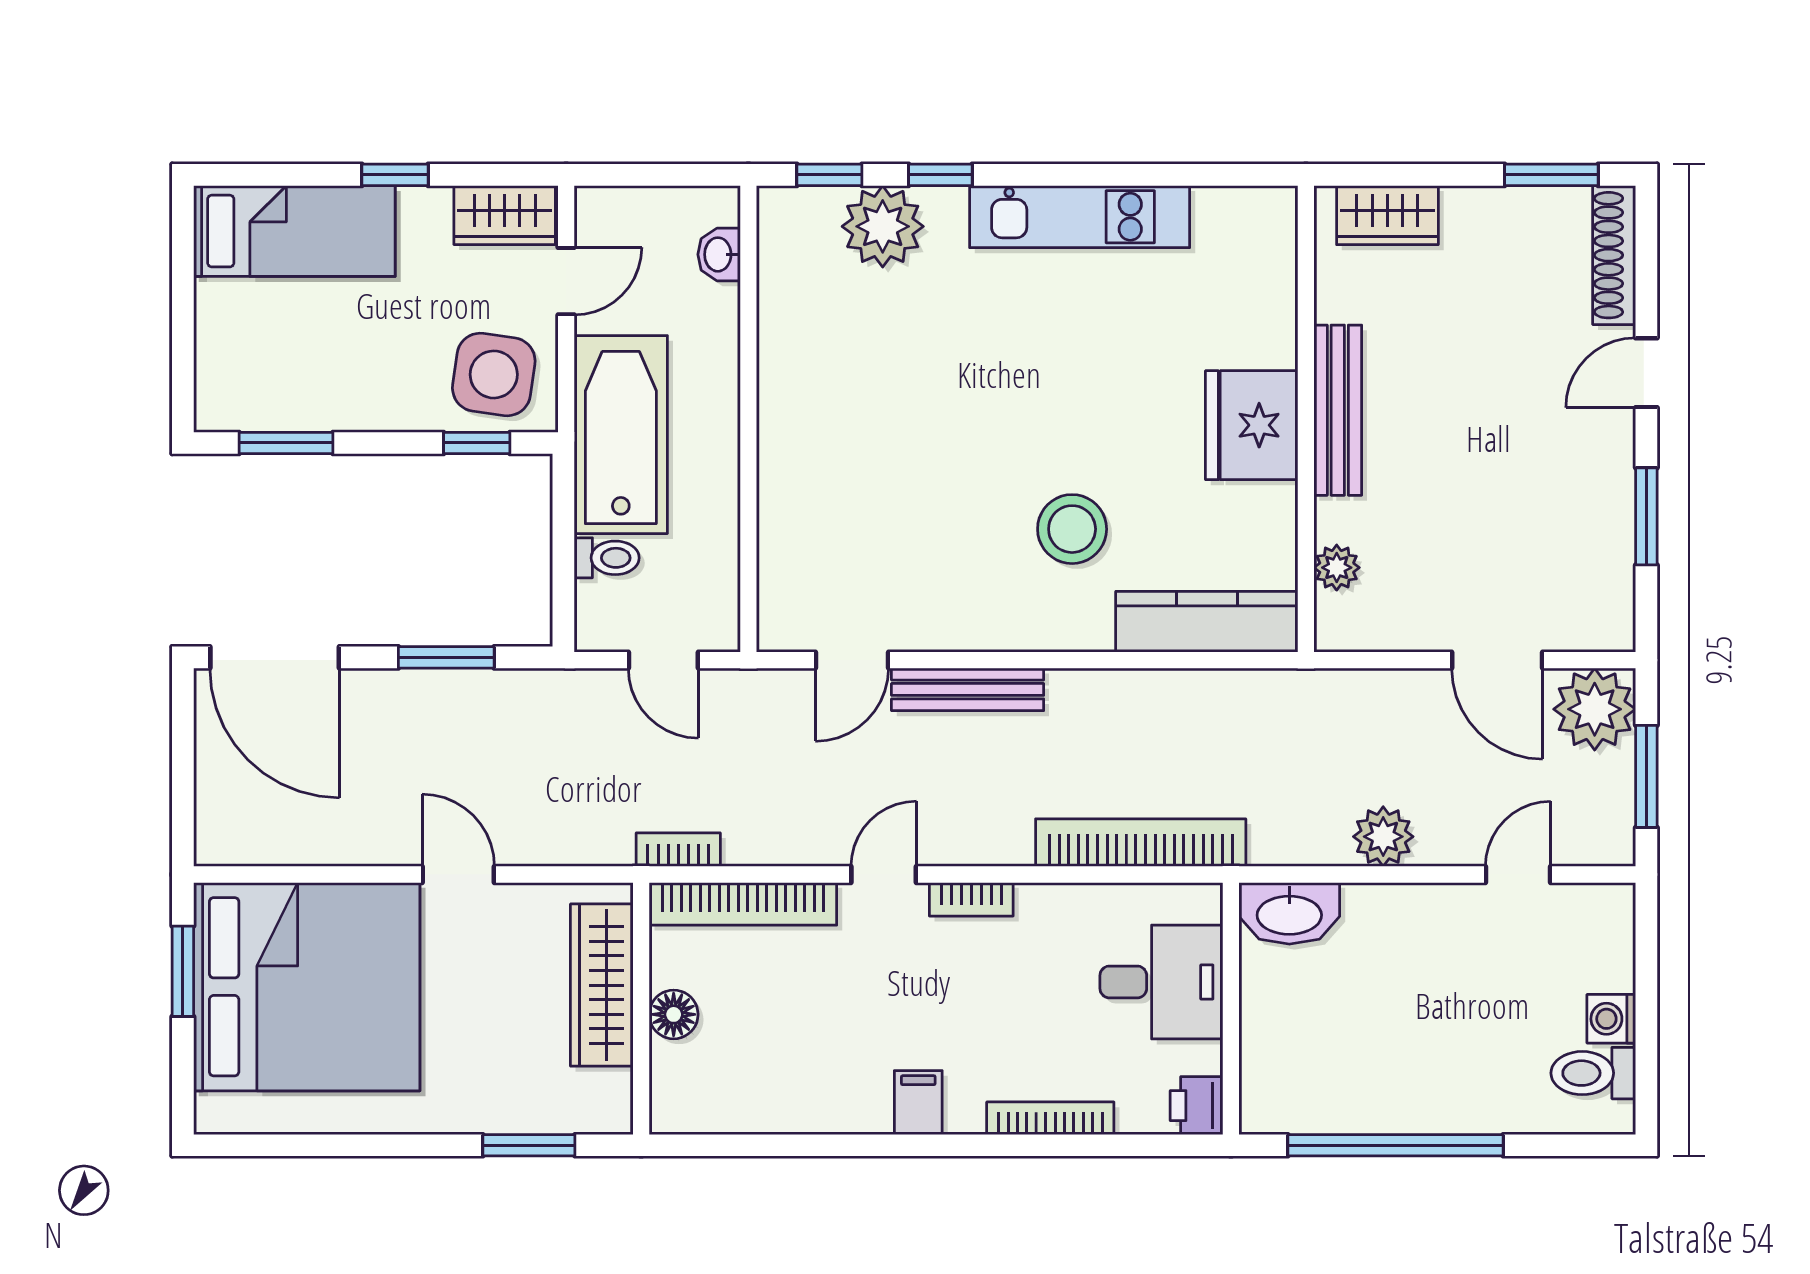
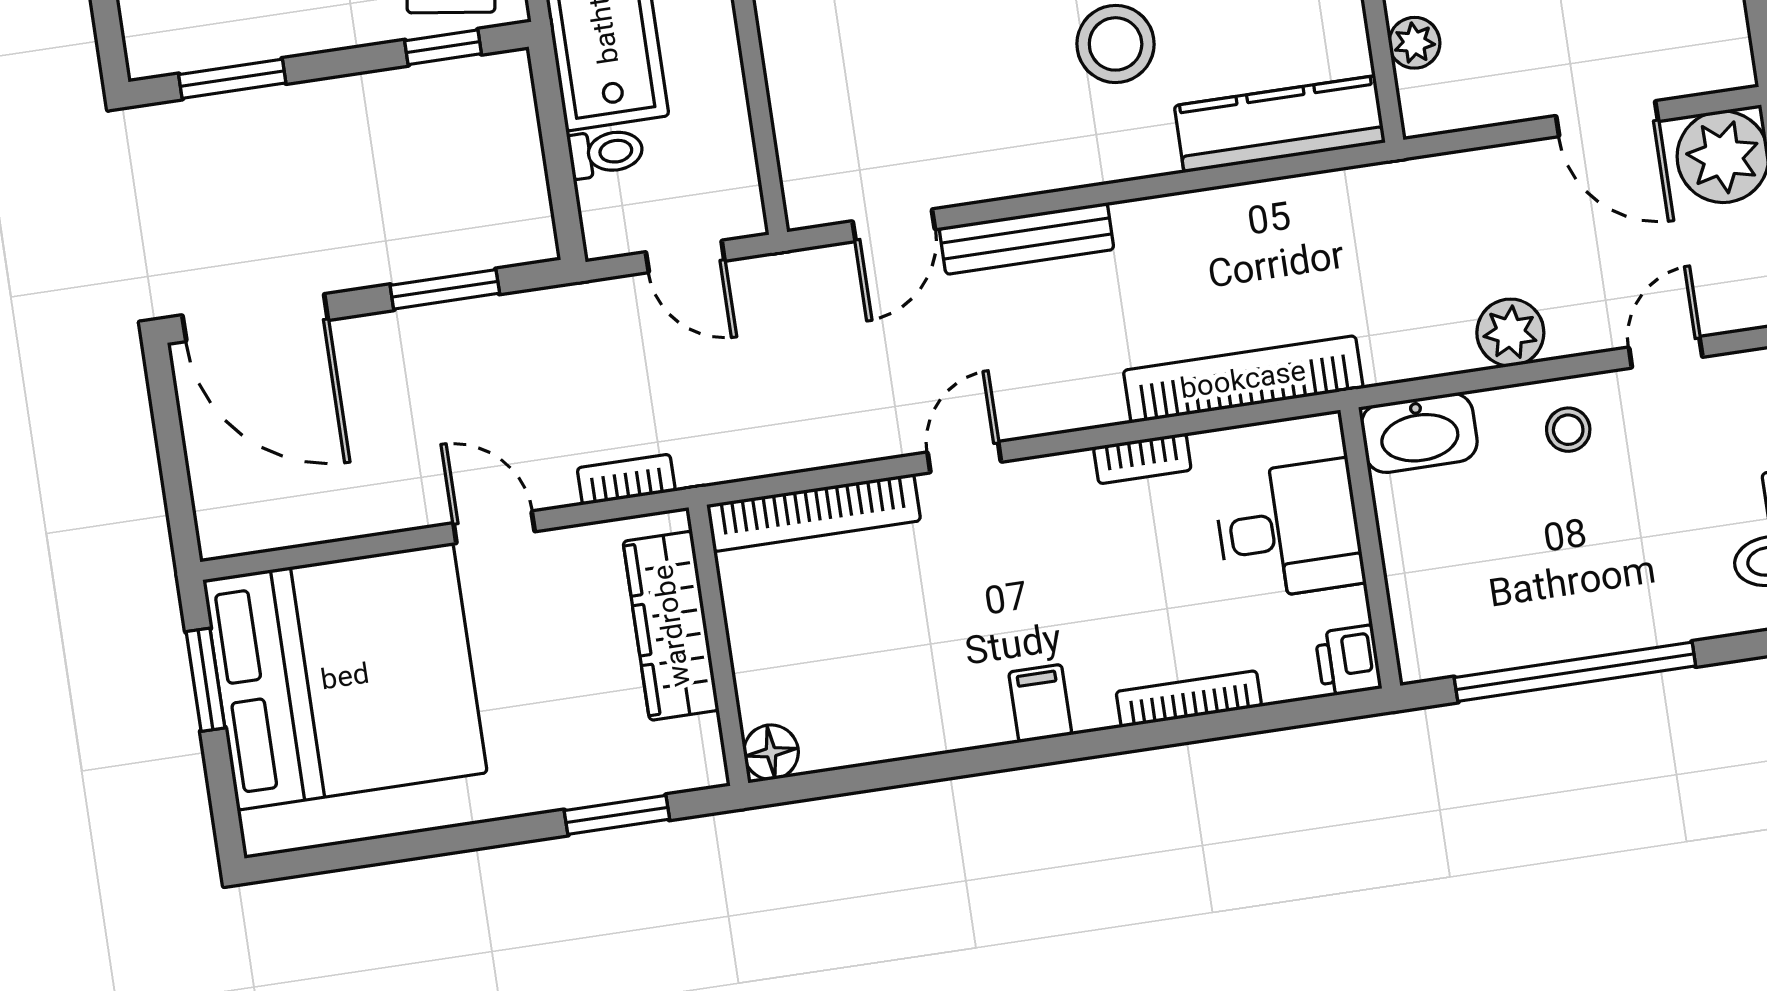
bookcase: (678, 850) -> (626, 479), moved
bookcase: (971, 899) -> (1142, 458), moved
stool: (1422, 930) -> (1568, 430), added
floor lamp: (674, 1014) -> (771, 752), moved

